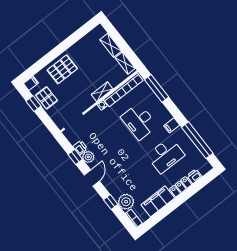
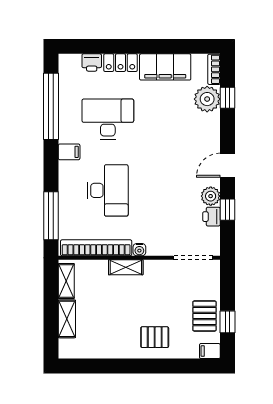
pallet: (62, 69) -> (155, 337), width x0.67, depth x0.71
window: (111, 202) -> (227, 98), moved

